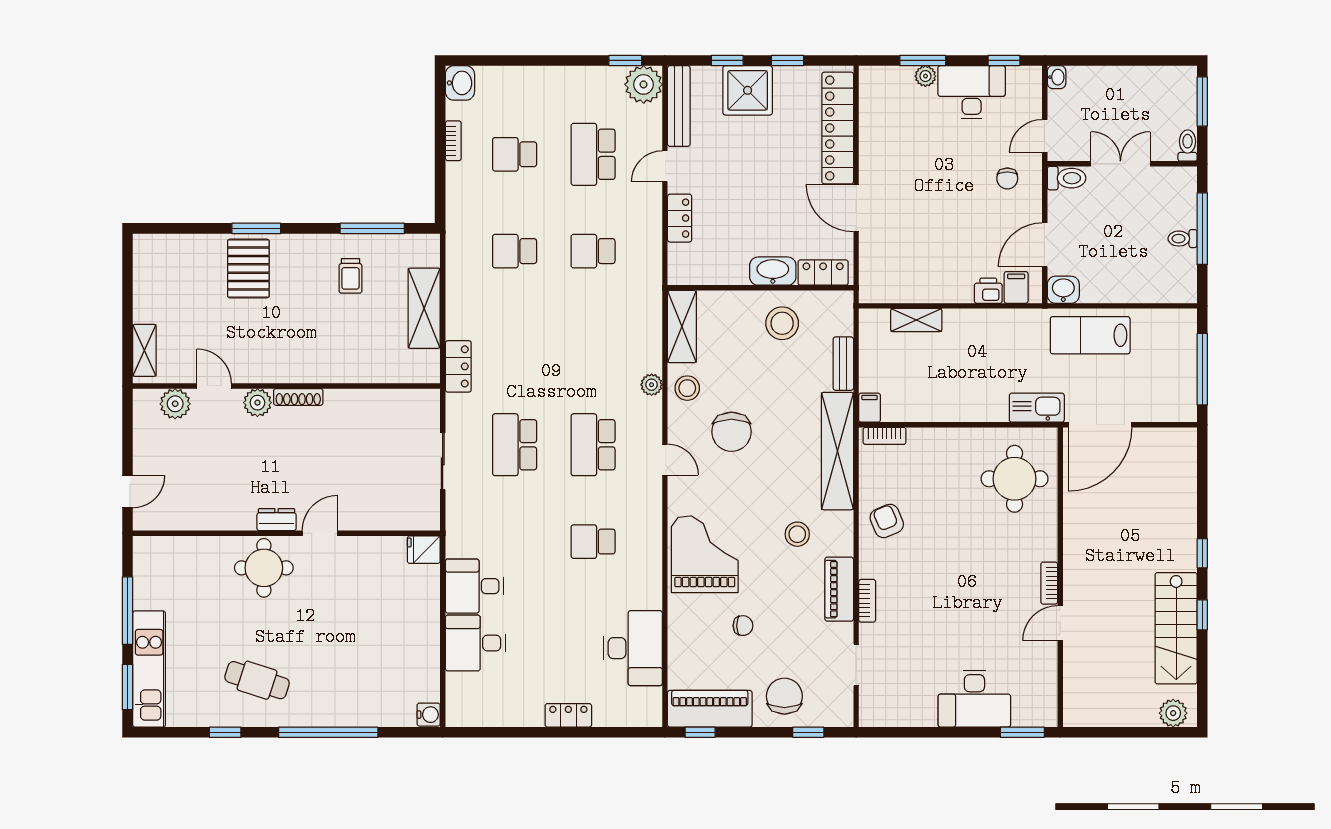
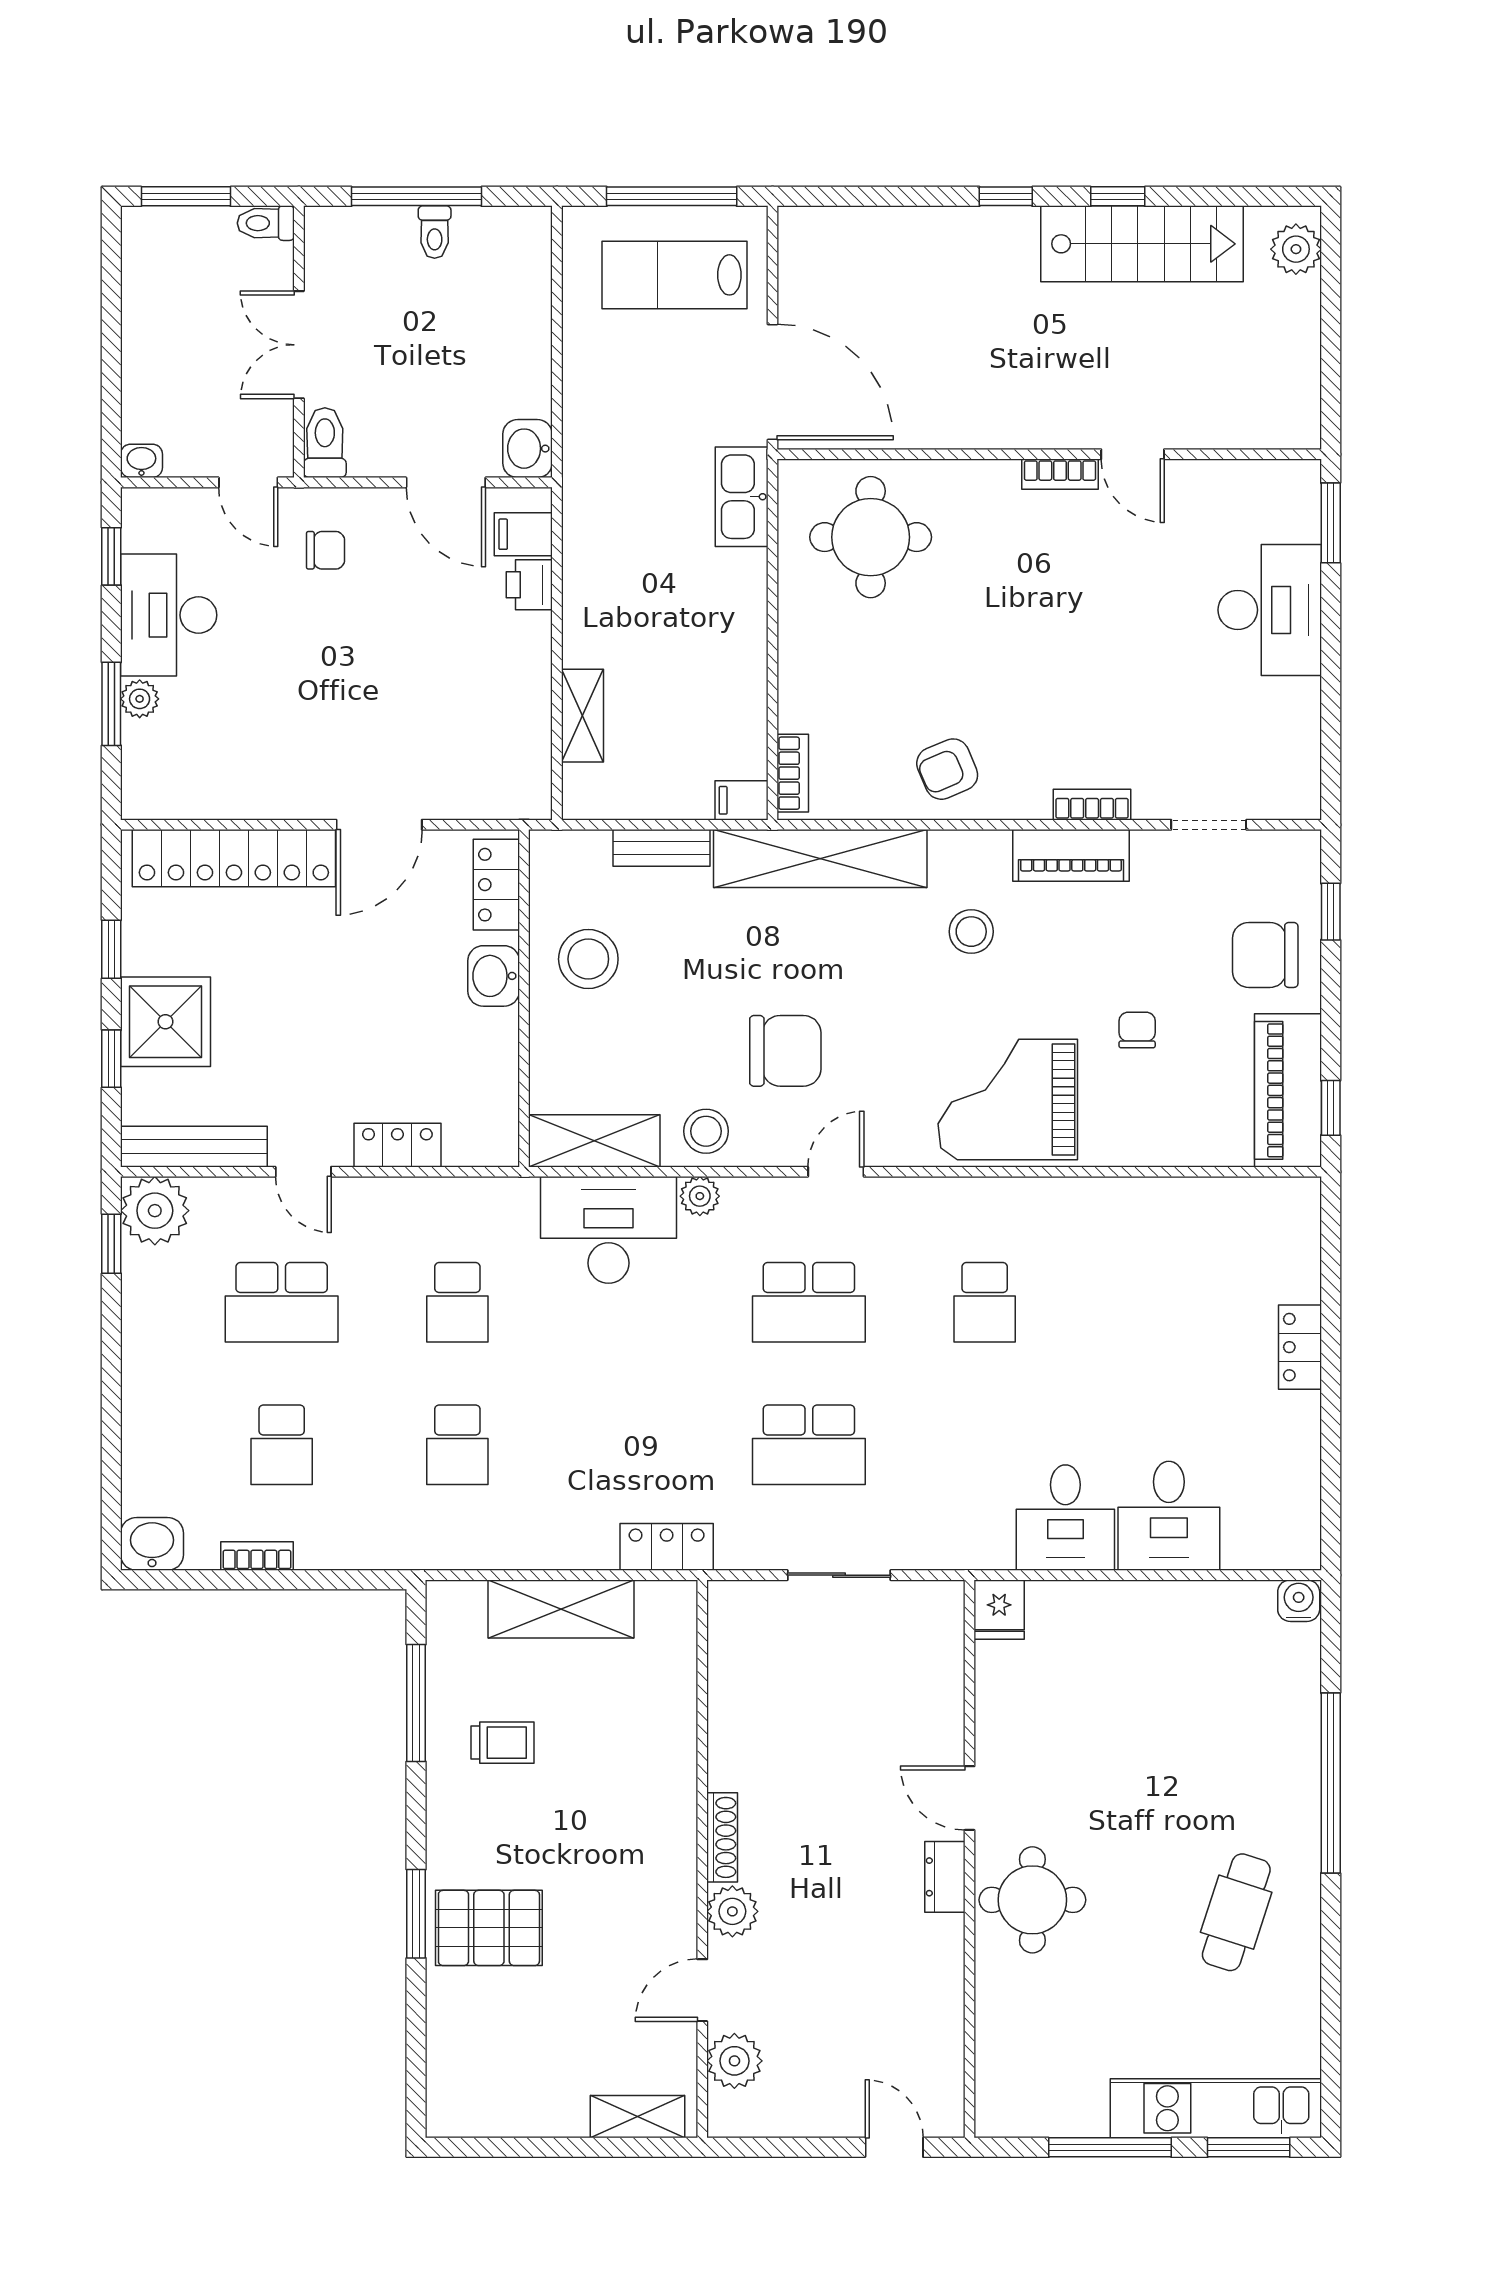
washbasin: (773, 271) -> (494, 976), width x0.72
lab bench: (1090, 335) -> (674, 275), moved, turned 90
desk: (633, 648) -> (608, 1230), moved
window: (225, 732) -> (1331, 1970), removed

